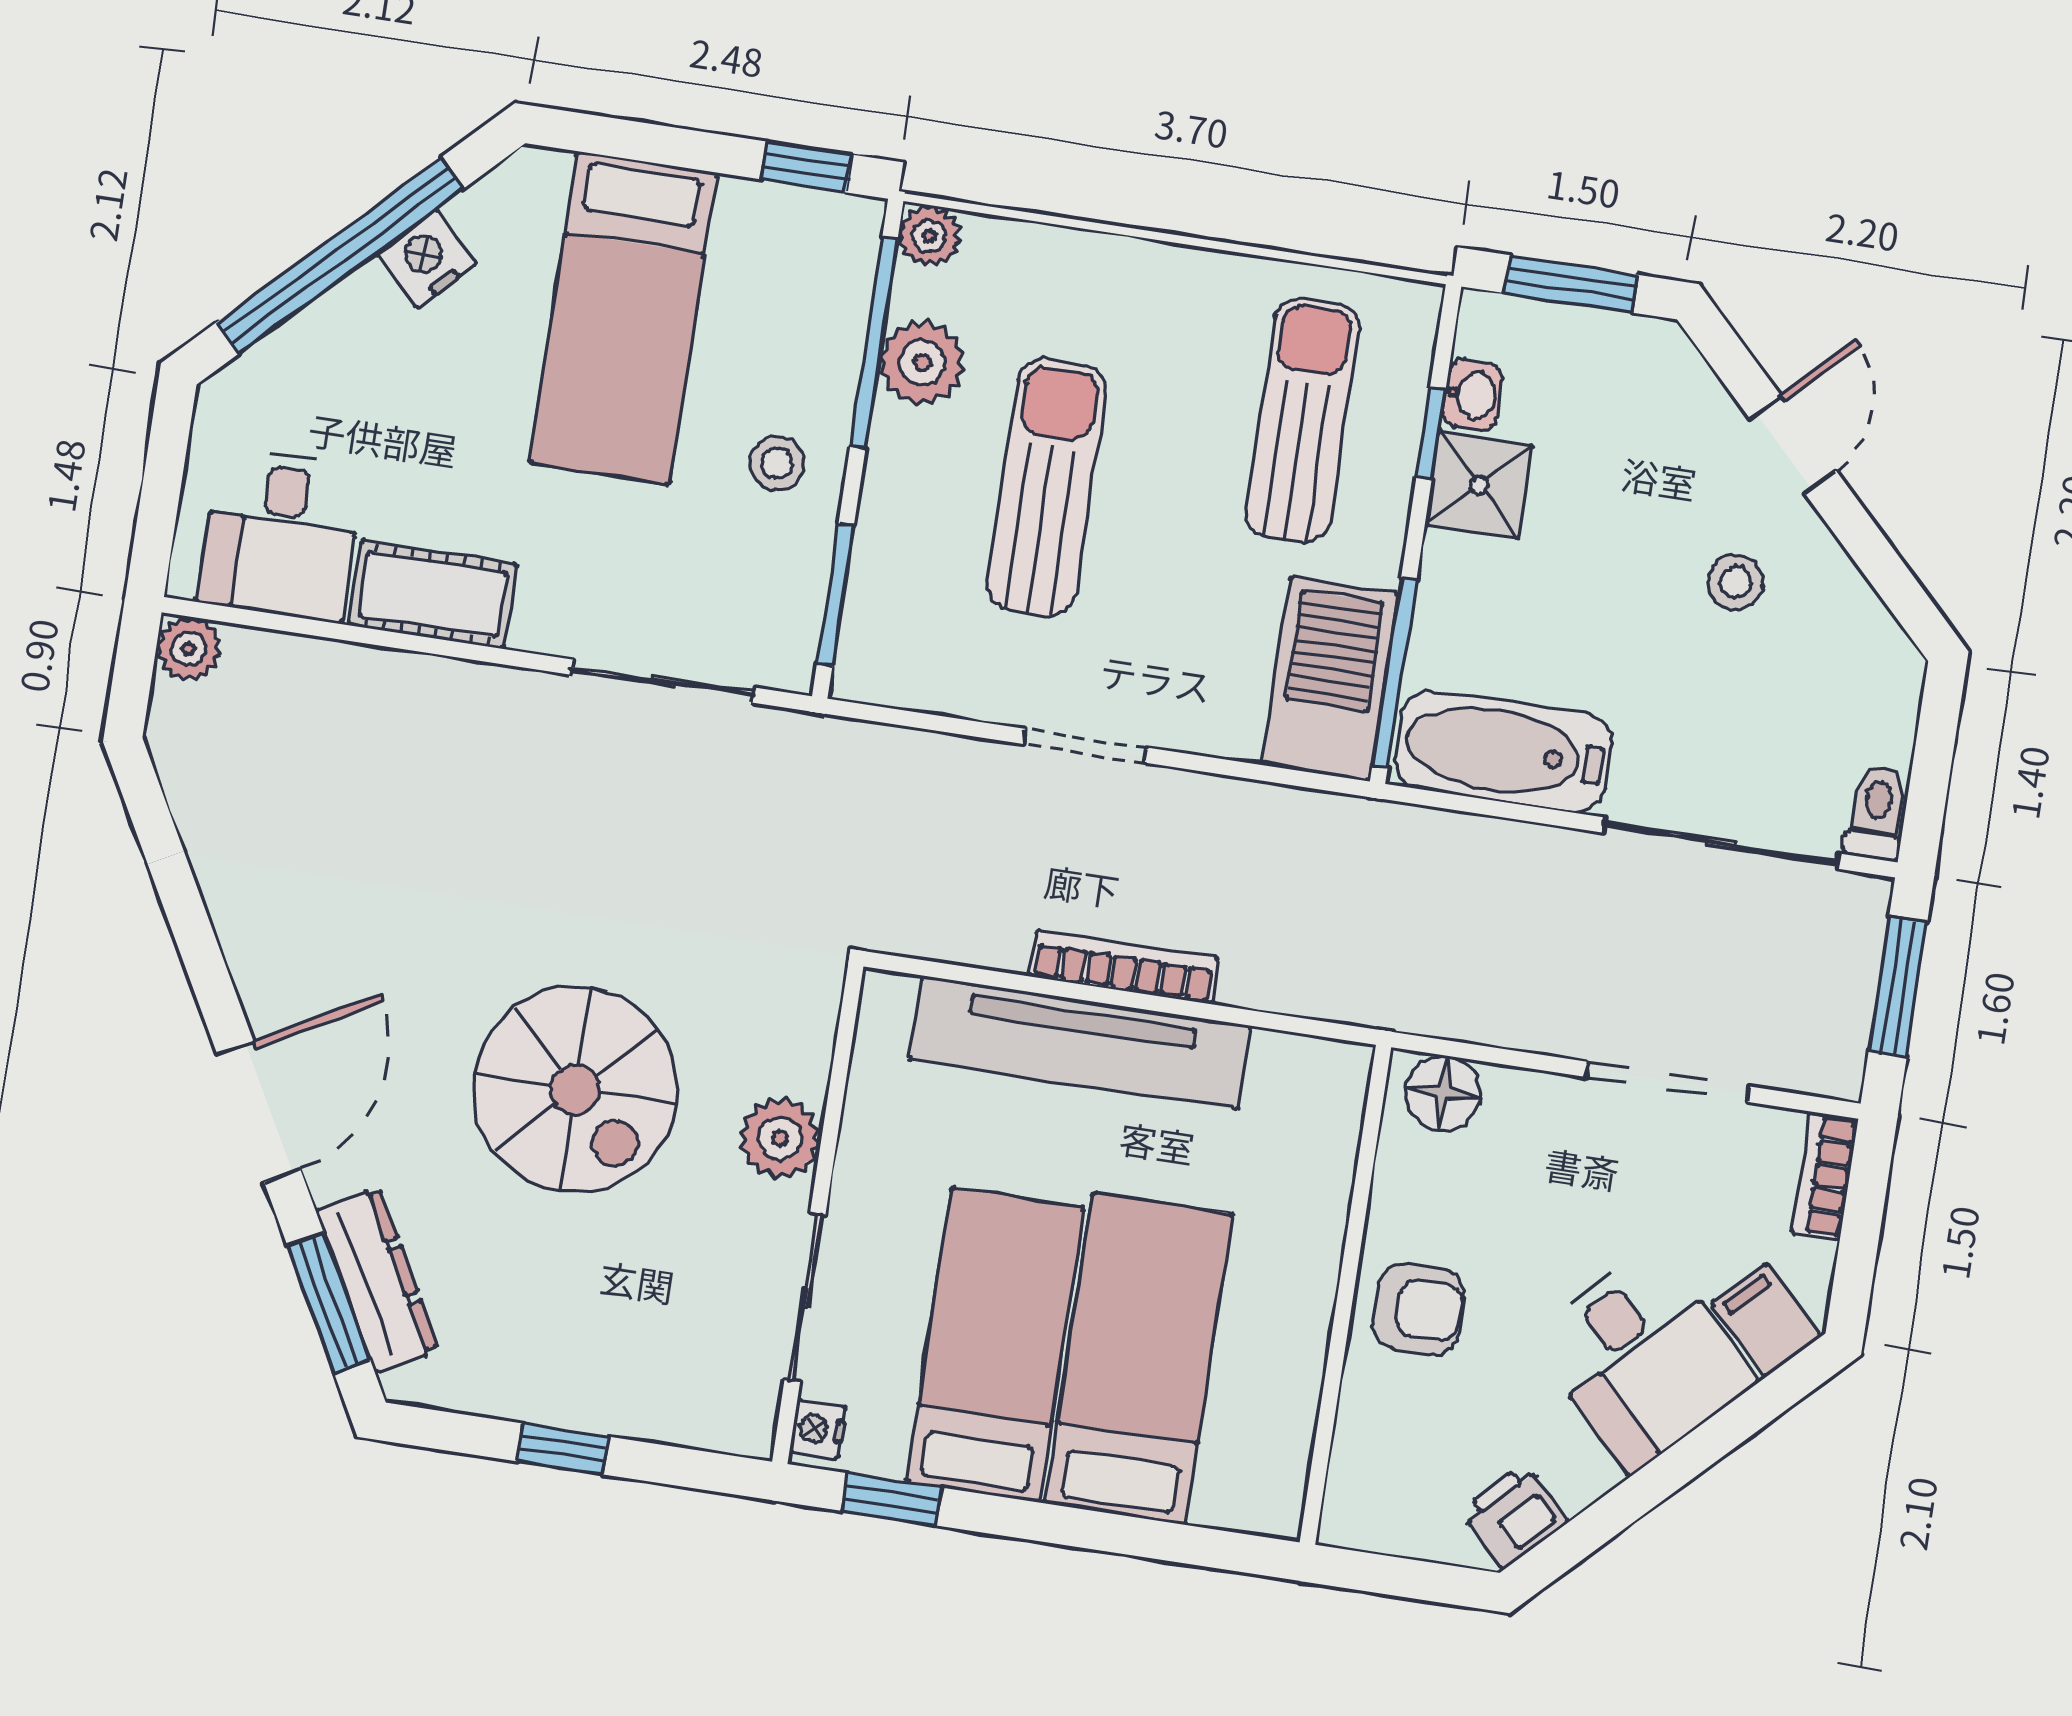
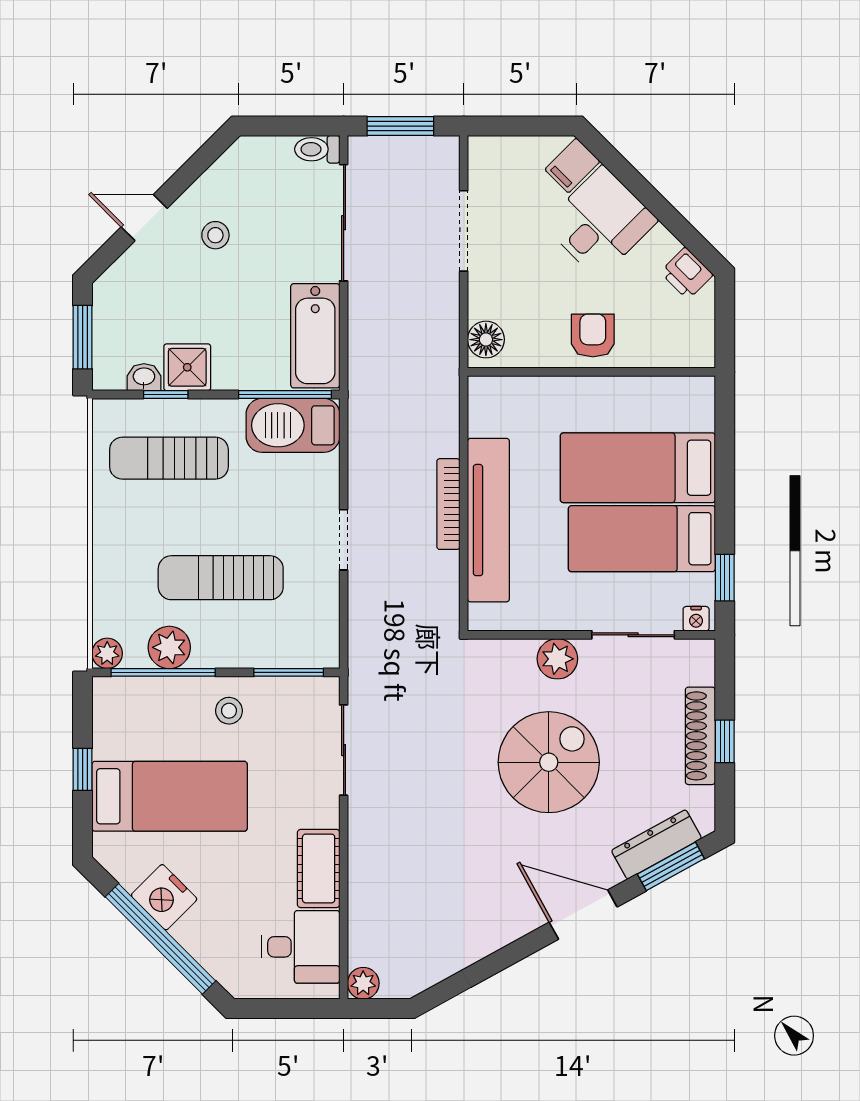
window: (807, 167) -> (83, 769), moved
nightstand: (427, 258) -> (164, 897), width x1.36, depth x1.33
bookcase: (1825, 1176) -> (498, 148), removed
shoe rack: (582, 1402) -> (700, 736), added

